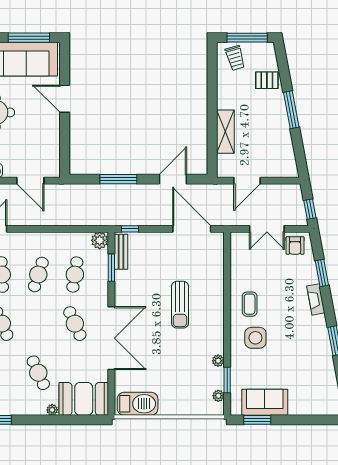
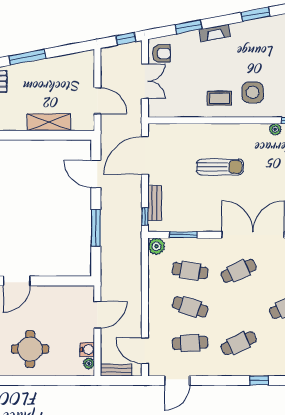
bench: (121, 252) -> (155, 203), moved, turned 90

